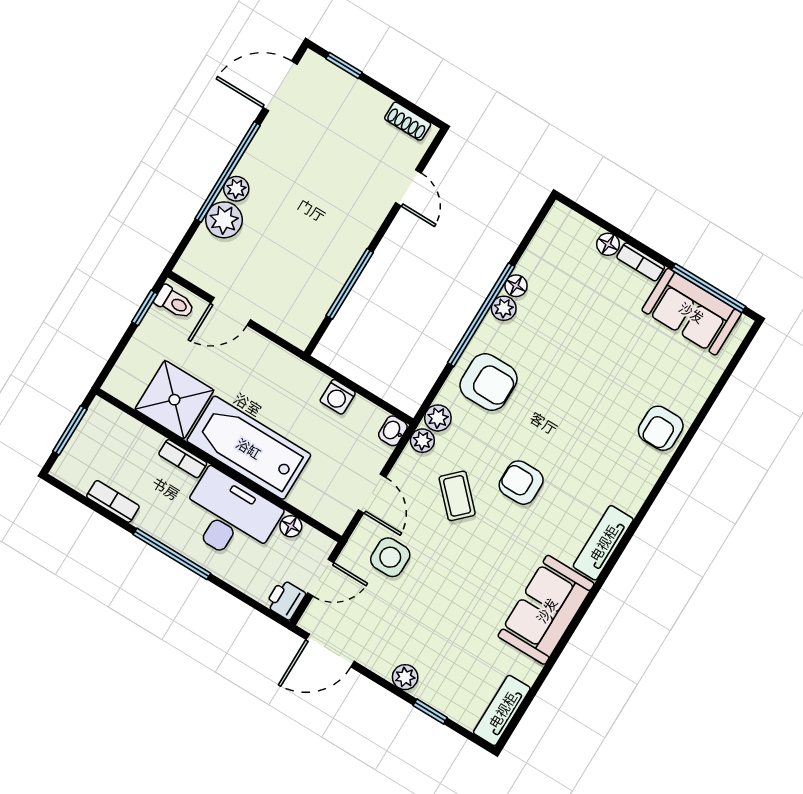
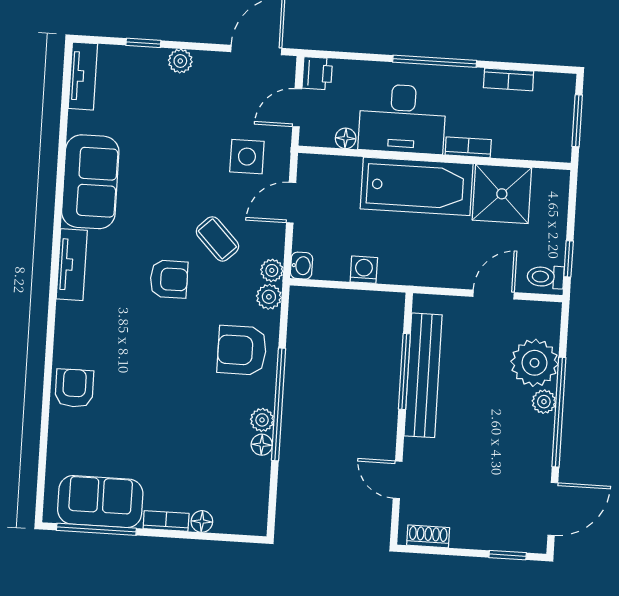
plant: (224, 220) -> (534, 363), width x1.36, depth x1.36
bench: (334, 271) -> (423, 375), added
door: (372, 494) -> (291, 203), hinge flipped

